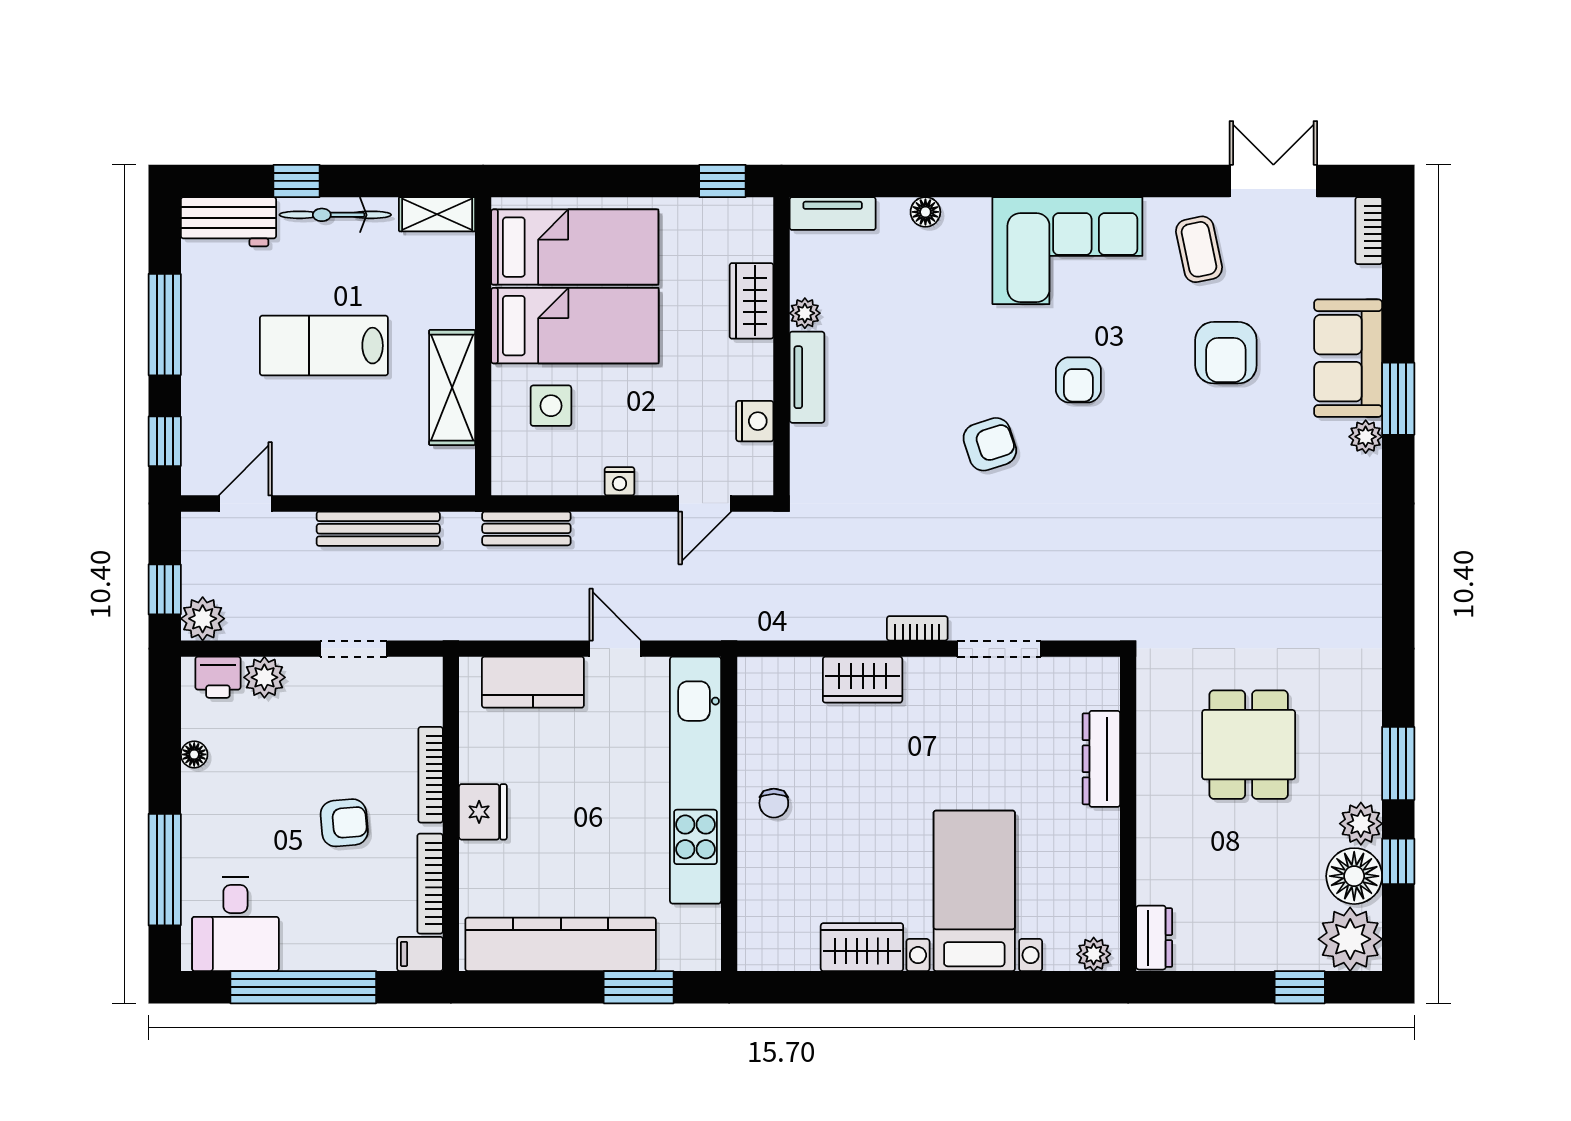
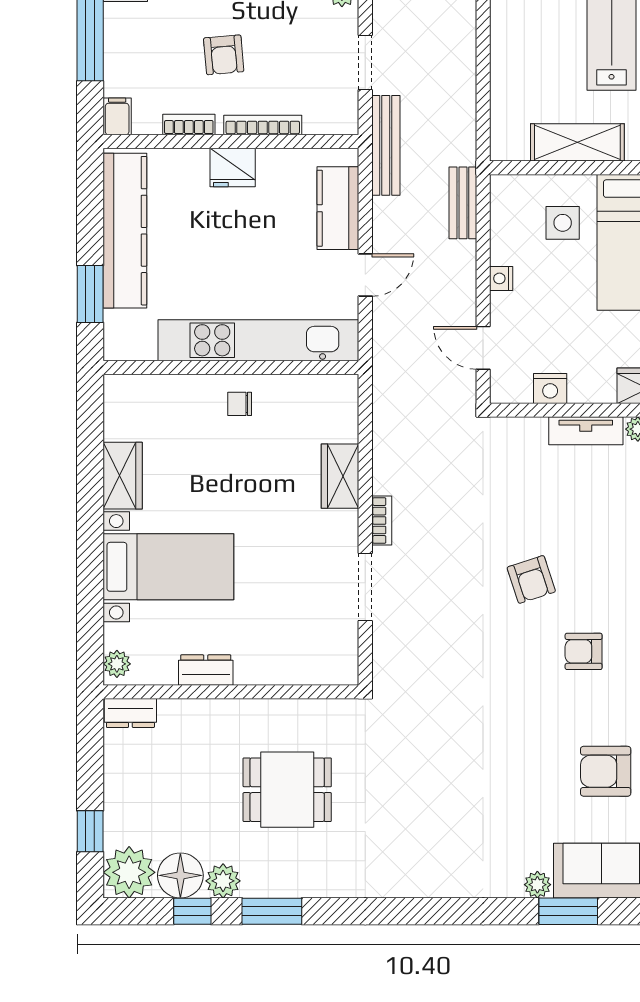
bench: (378, 529) -> (386, 145), moved
dresser: (1101, 759) -> (206, 670), moved, width x0.70
bookcase: (430, 884) -> (189, 125), width x0.64

